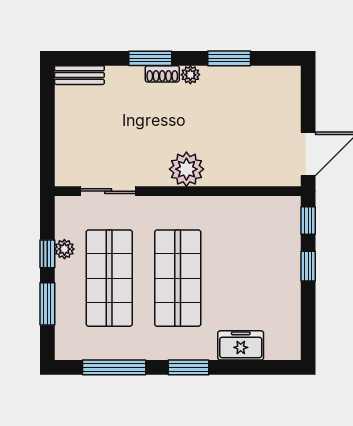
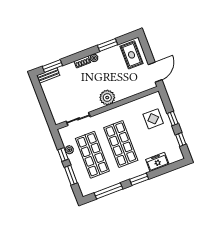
window: (150, 58) -> (52, 66), moved
rug: (272, 98) -> (132, 55), added
window: (308, 221) -> (181, 140), moved
display table: (267, 251) -> (153, 119), added

